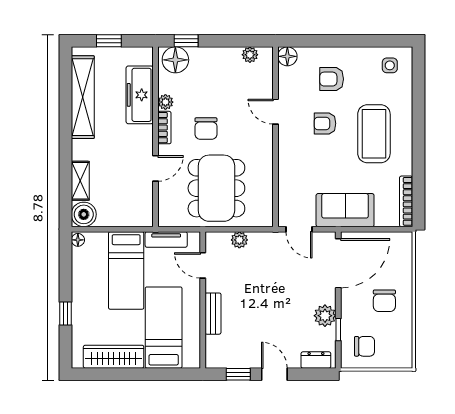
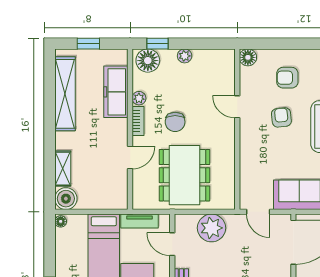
plant: (250, 55) -> (185, 56), moved
armchair: (325, 123) -> (281, 117), turned 84
plant: (239, 240) -> (212, 228), width x1.88, depth x1.88

